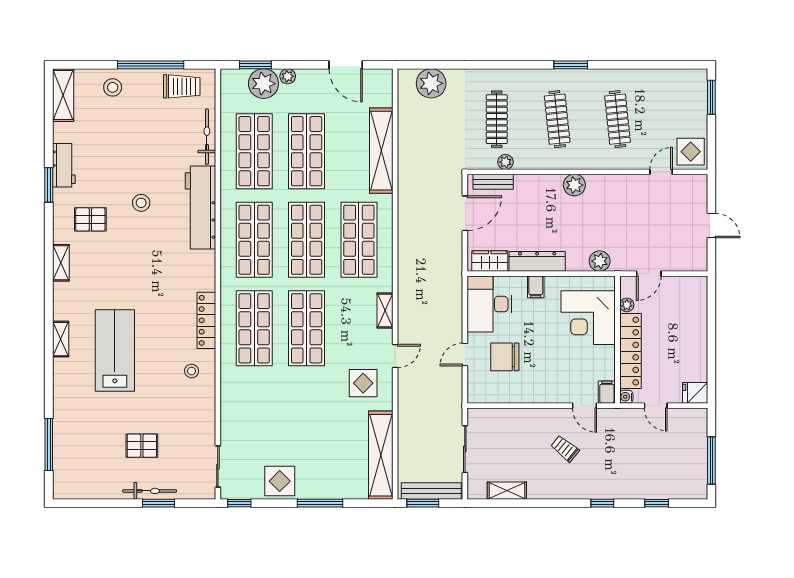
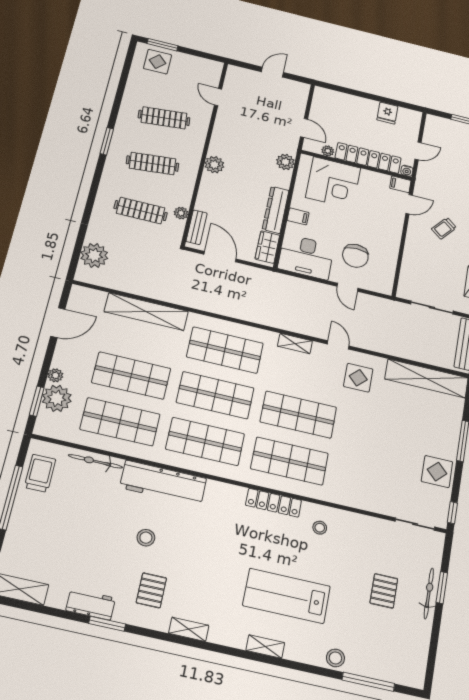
stool: (113, 87) -> (335, 658), moved
display table: (691, 152) -> (158, 62), moved
fridge: (695, 393) -> (387, 113), moved

